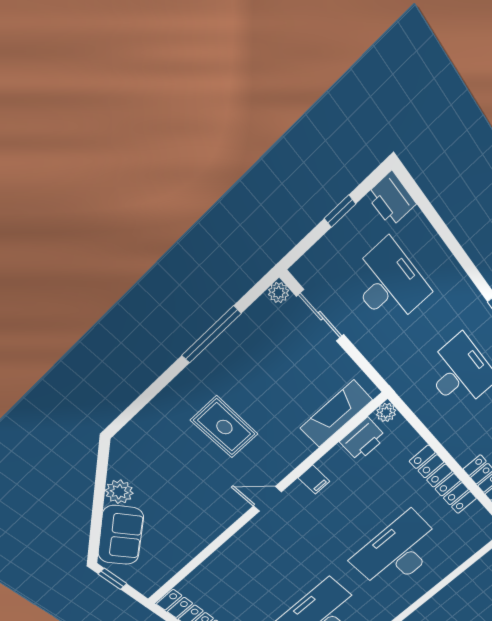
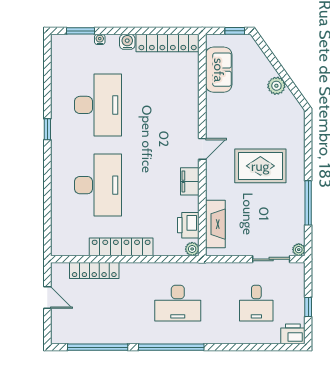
desk: (389, 284) -> (256, 303), width x0.73
rug: (224, 427) -> (260, 166), width x1.36, depth x1.43
filing cabinet: (314, 480) -> (190, 181), width x2.00
sofa: (121, 535) -> (219, 70), moved, turned -145

